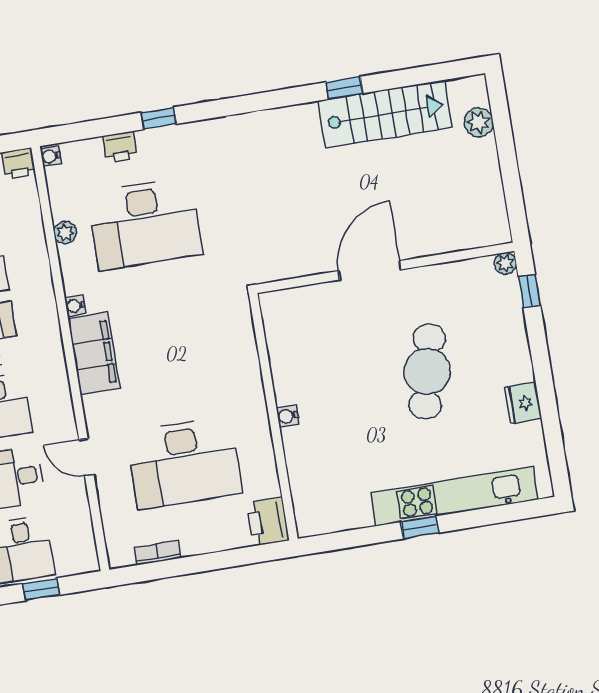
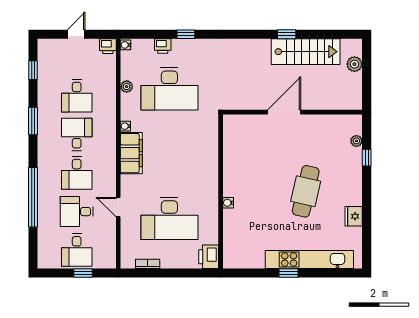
wall: (385, 268) -> (293, 112), moved
door: (370, 270) -> (284, 112), moved

